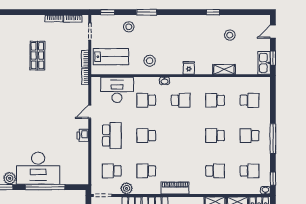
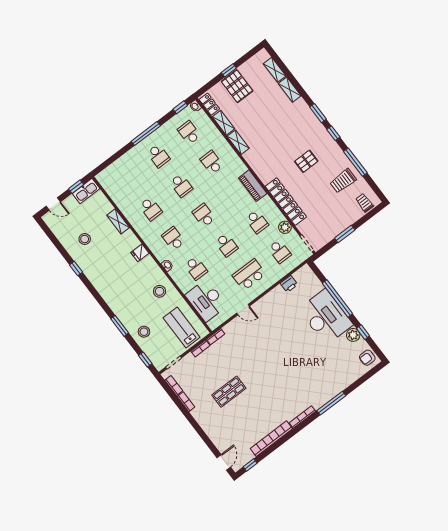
school desk: (249, 100) -> (204, 215), moved
printer: (83, 135) -> (289, 284), moved

